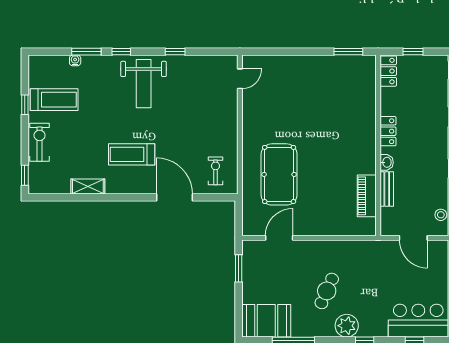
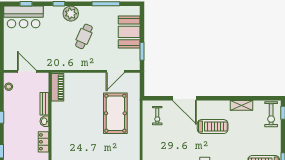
exercise bike: (40, 142) -> (271, 114), moved
piano: (367, 196) -> (57, 87), moved
booth: (266, 321) -> (129, 32), moved, turned 90

